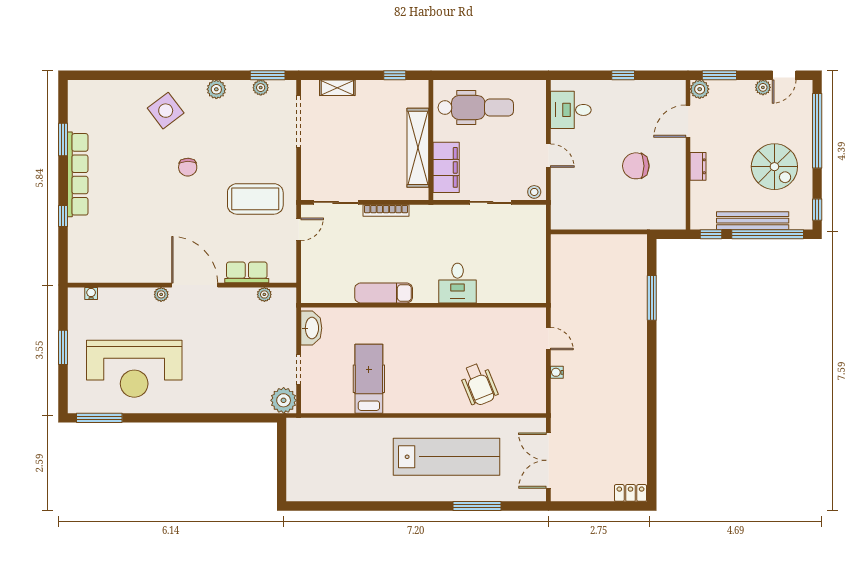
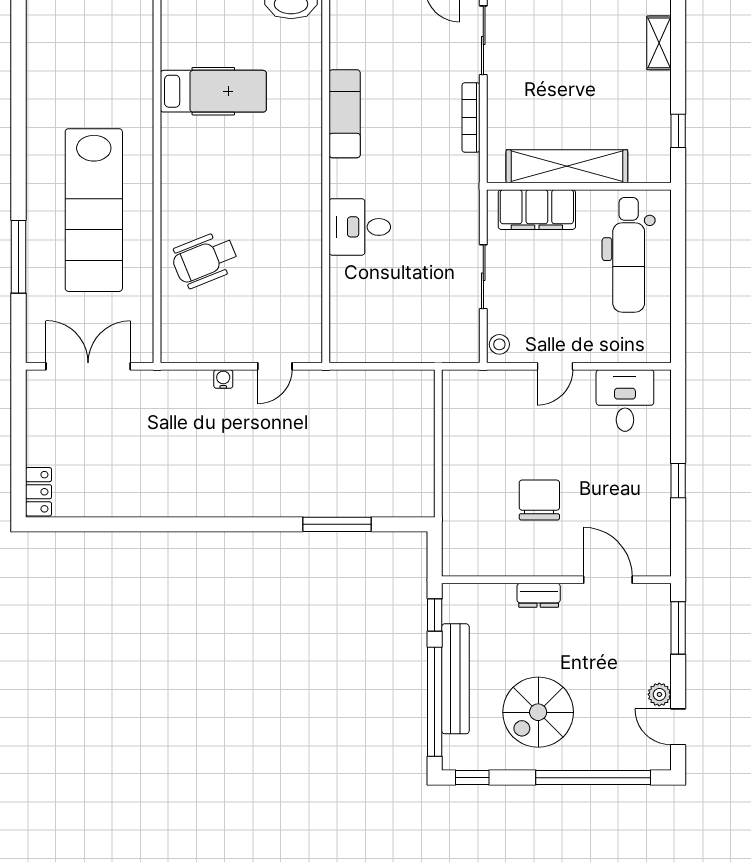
plant: (700, 89) -> (657, 598), removed

